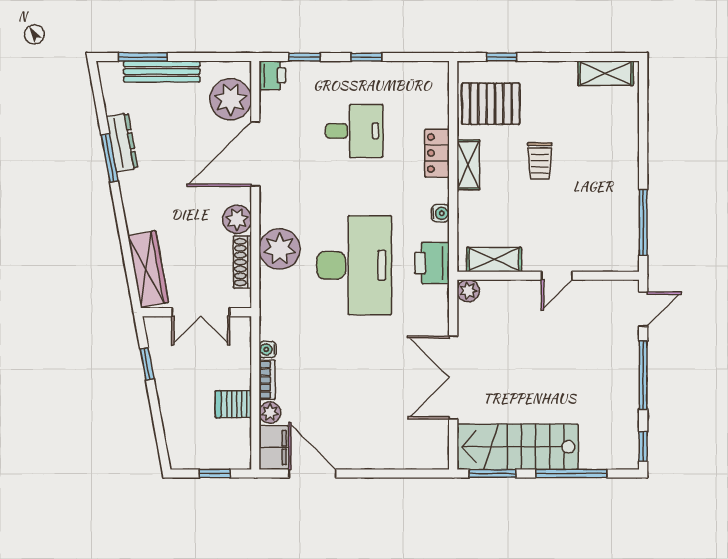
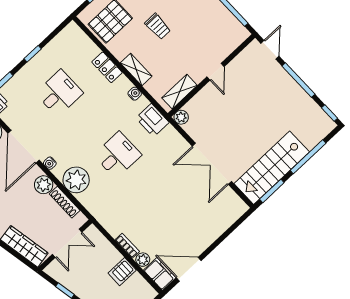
shelving: (468, 165) -> (136, 69), moved
desk: (354, 265) -> (118, 155), width x0.53, depth x0.77
water cooler: (268, 349) -> (50, 163), moved

